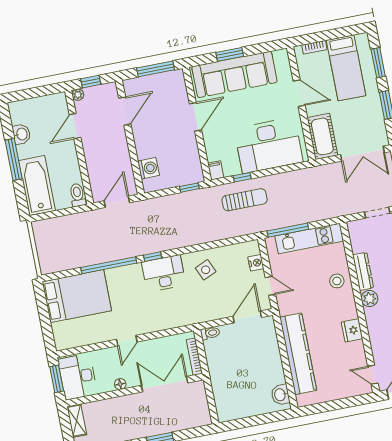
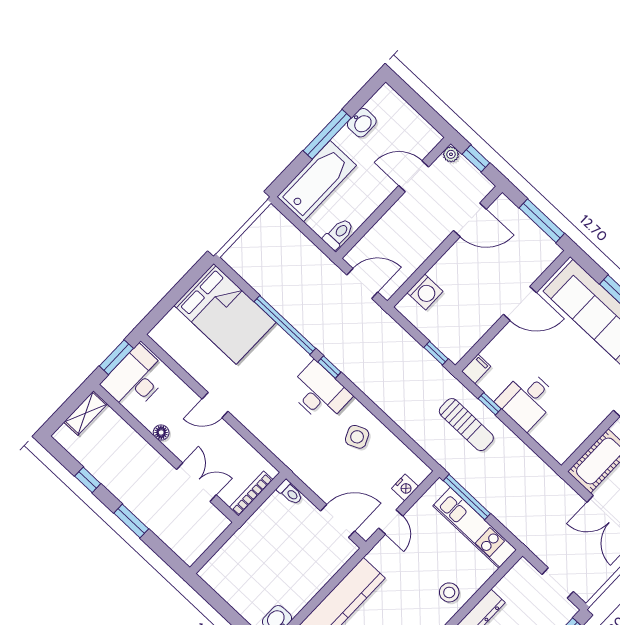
desk: (269, 145) -> (527, 400), width x0.53, depth x0.77
double door: (165, 384) -> (196, 482), width x0.73

